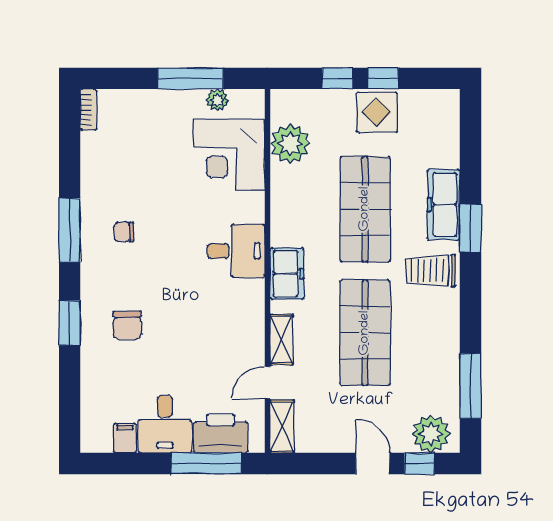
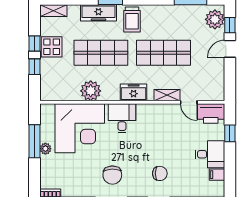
plant: (217, 100) -> (45, 149), moved
plant: (290, 144) -> (91, 91), moved
corner desk: (229, 155) -> (80, 128), width x1.36, depth x1.36
chair: (124, 232) -> (112, 175), width x1.87, depth x1.87
shelving: (282, 426) -> (53, 11), moved
printer: (221, 434) -> (211, 113), moved, turned -90
window: (206, 464) -> (230, 133), width x0.46

